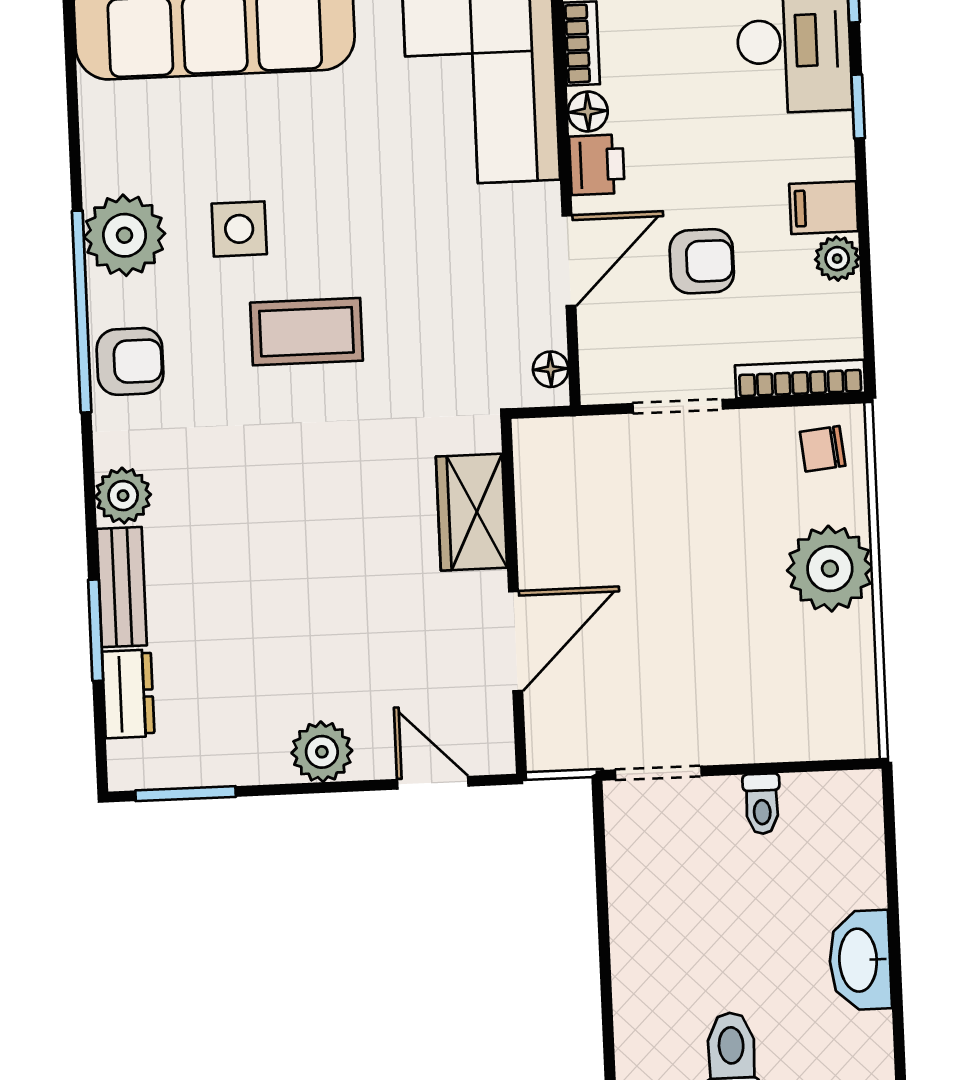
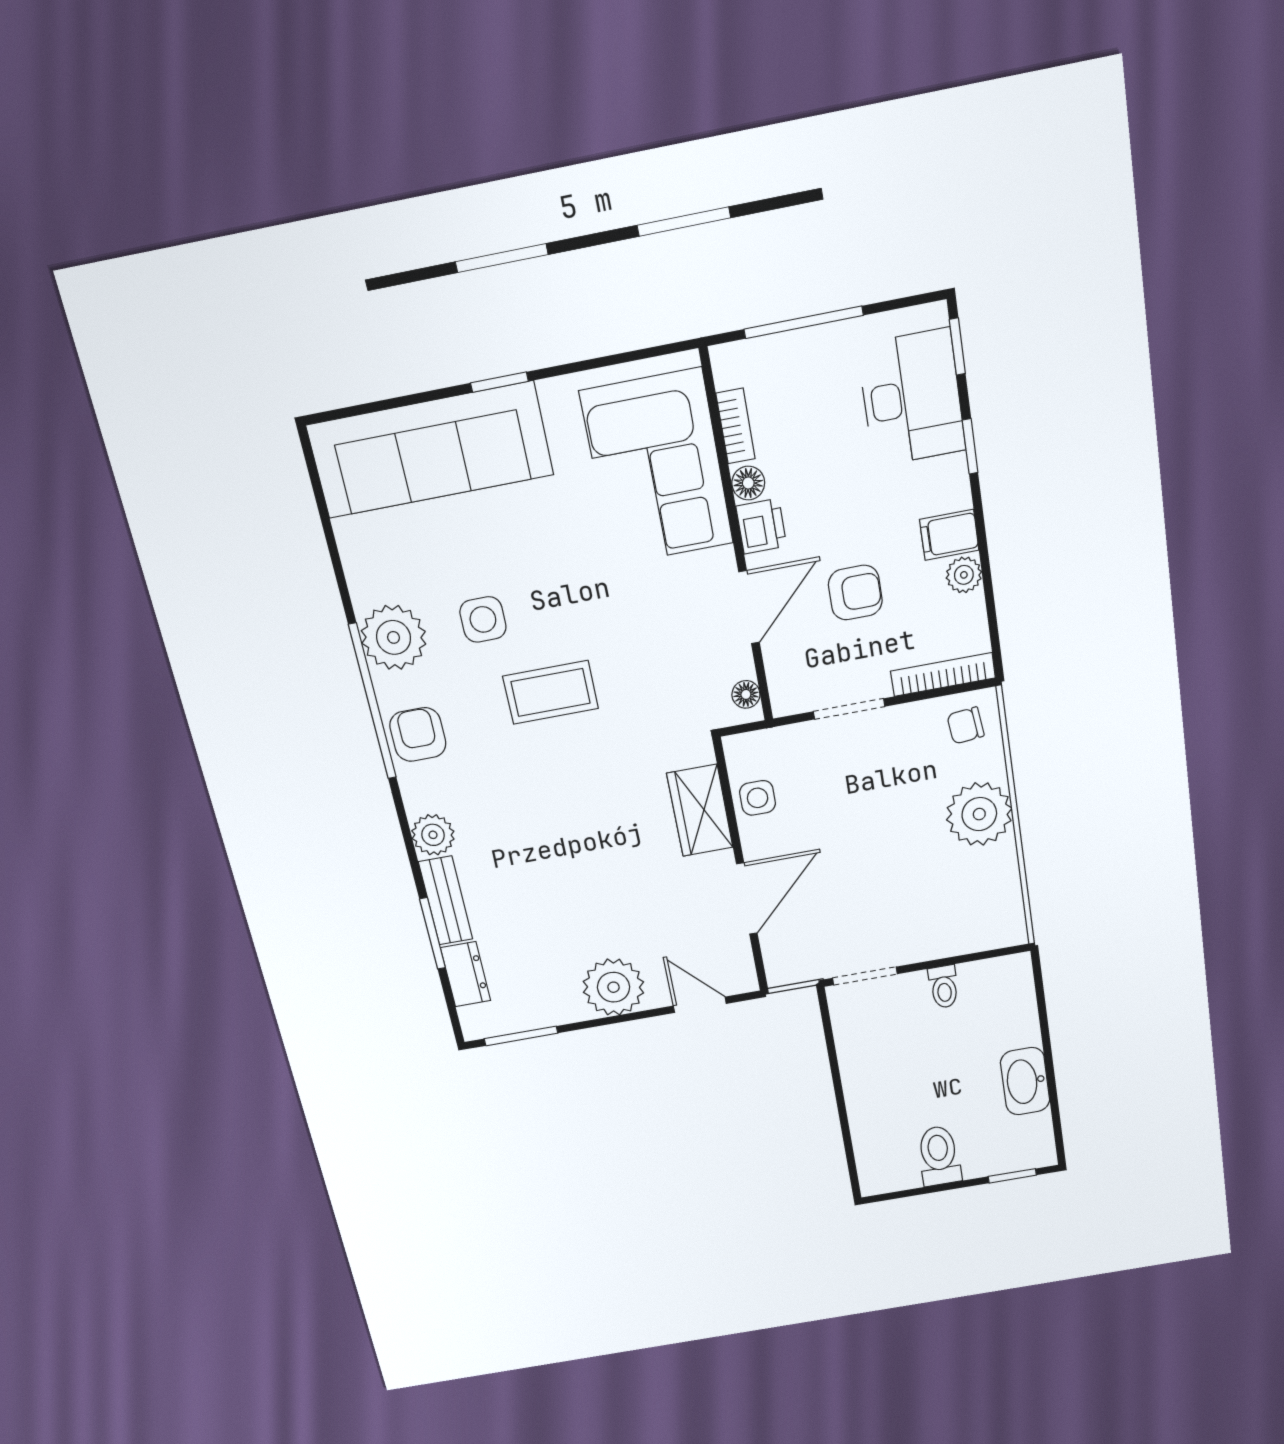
armchair: (130, 361) -> (418, 734), turned -90
side table: (548, 506) -> (758, 798), added
plant: (322, 752) -> (614, 987), width x1.36, depth x1.36

